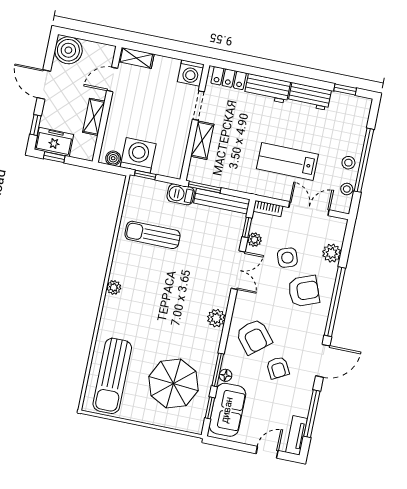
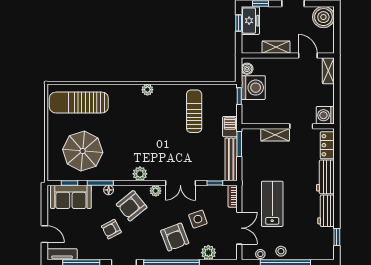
plant: (254, 240) -> (156, 191), moved
floor lamp: (226, 375) -> (109, 190), moved

